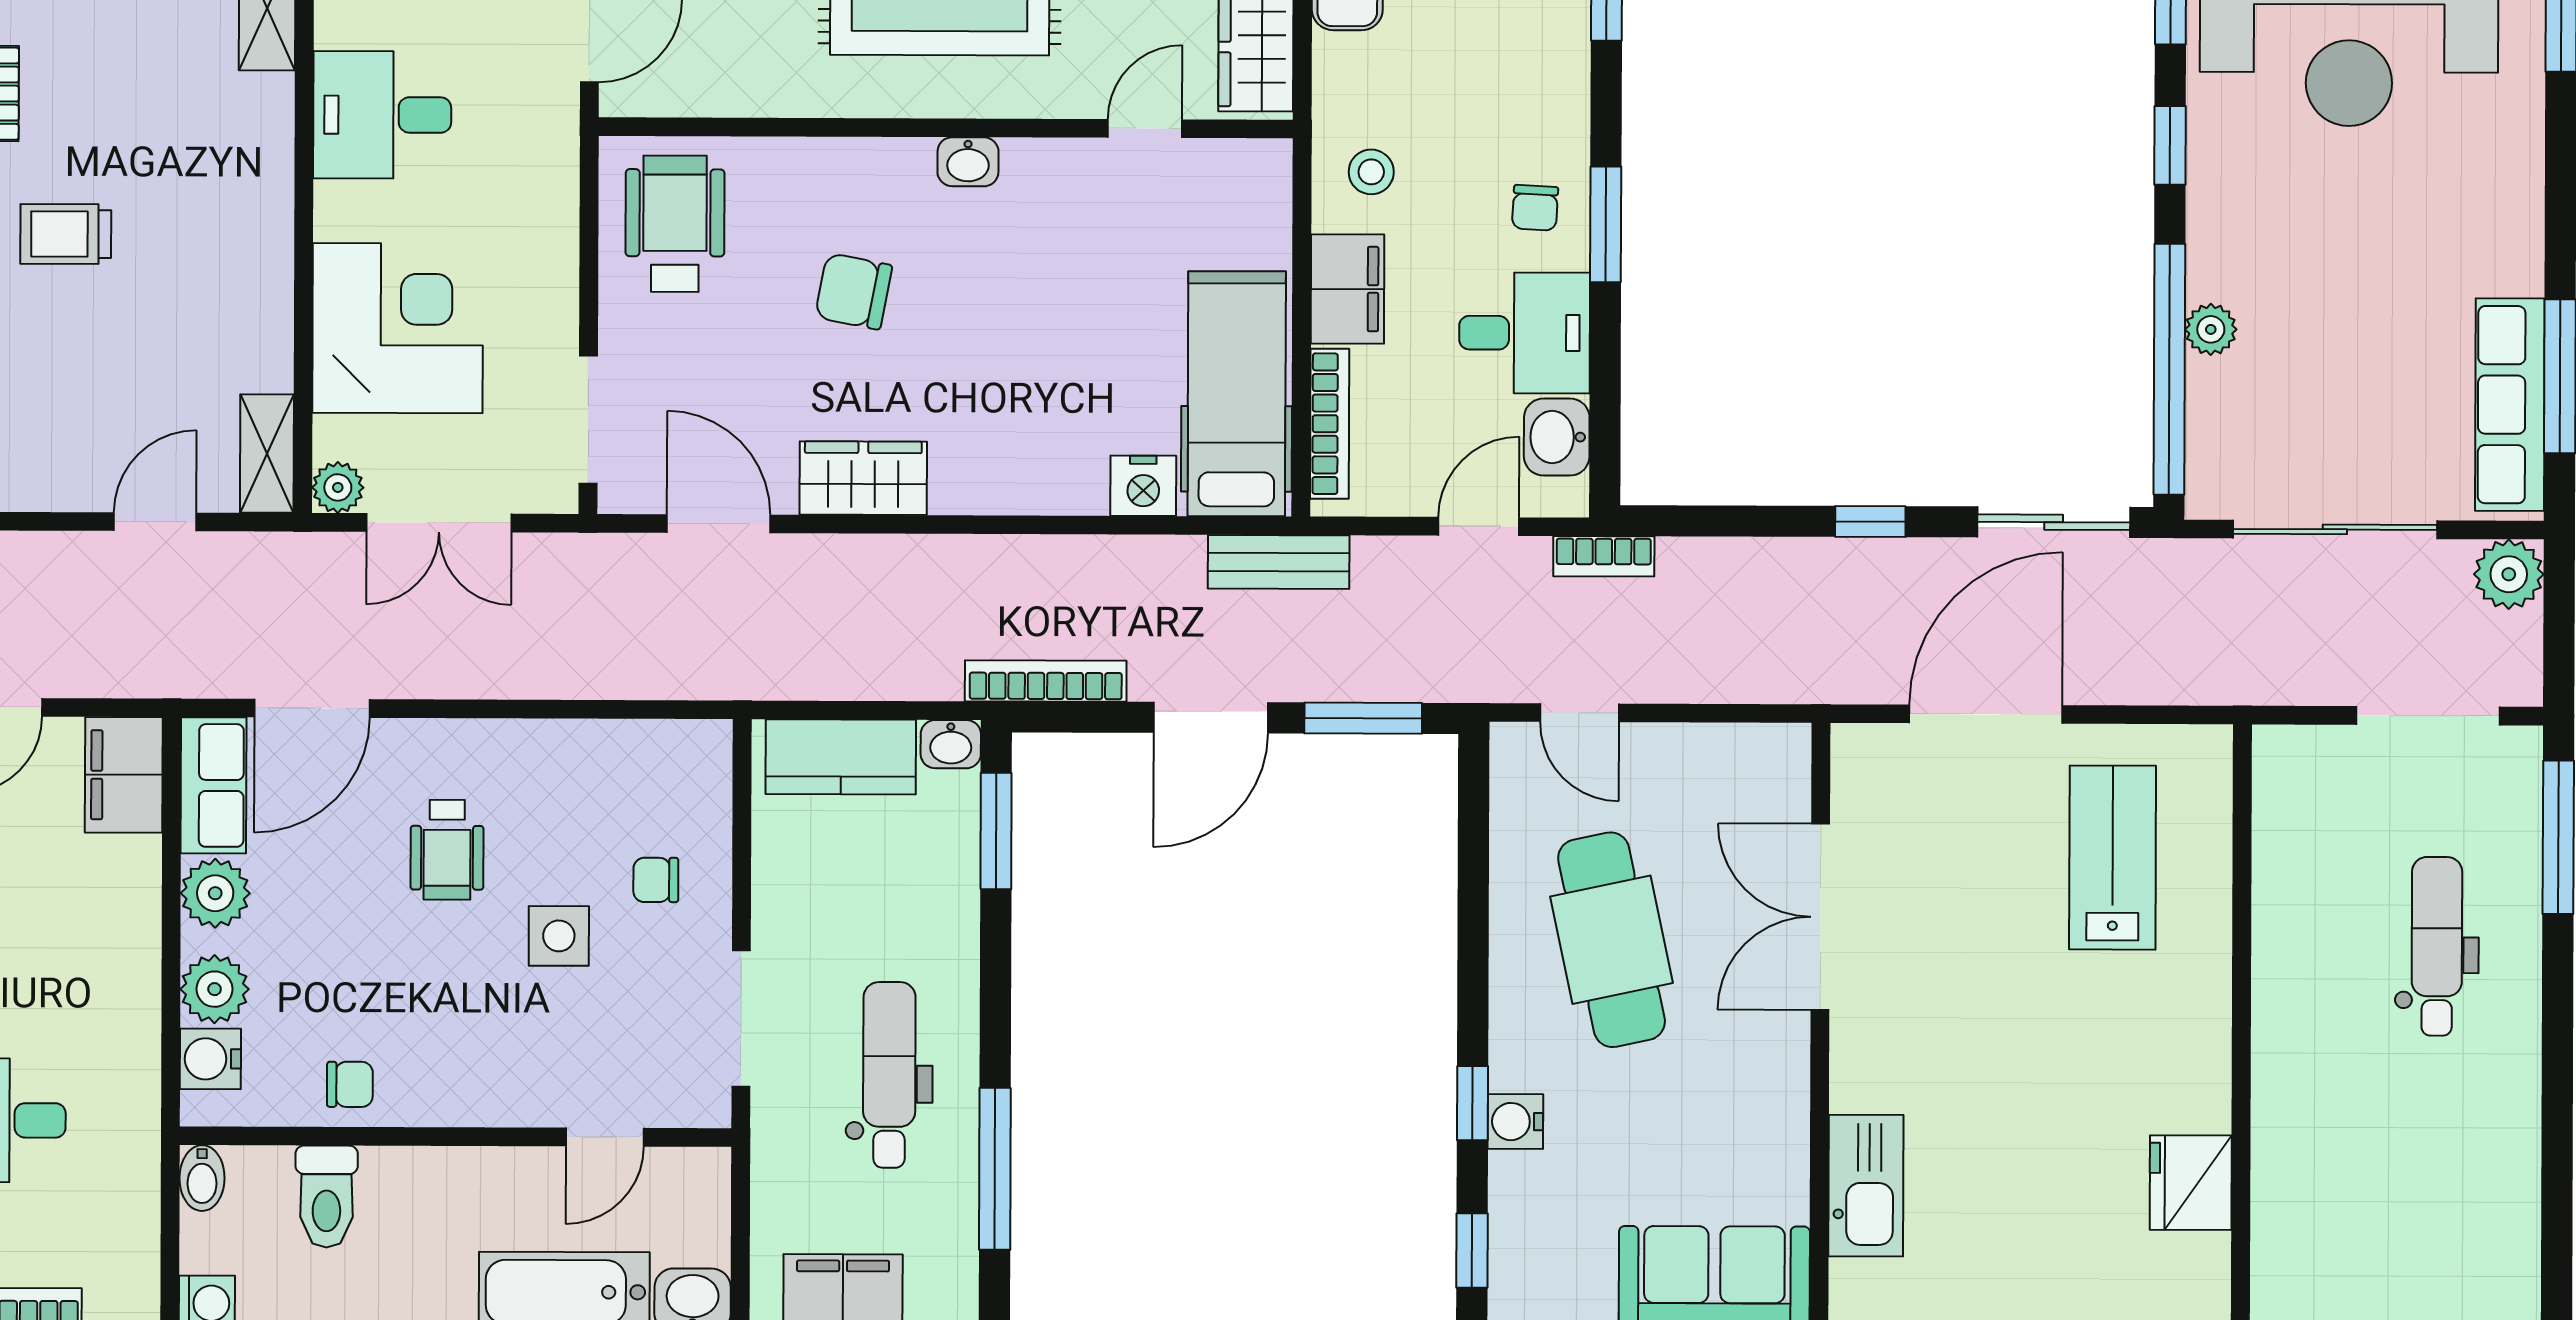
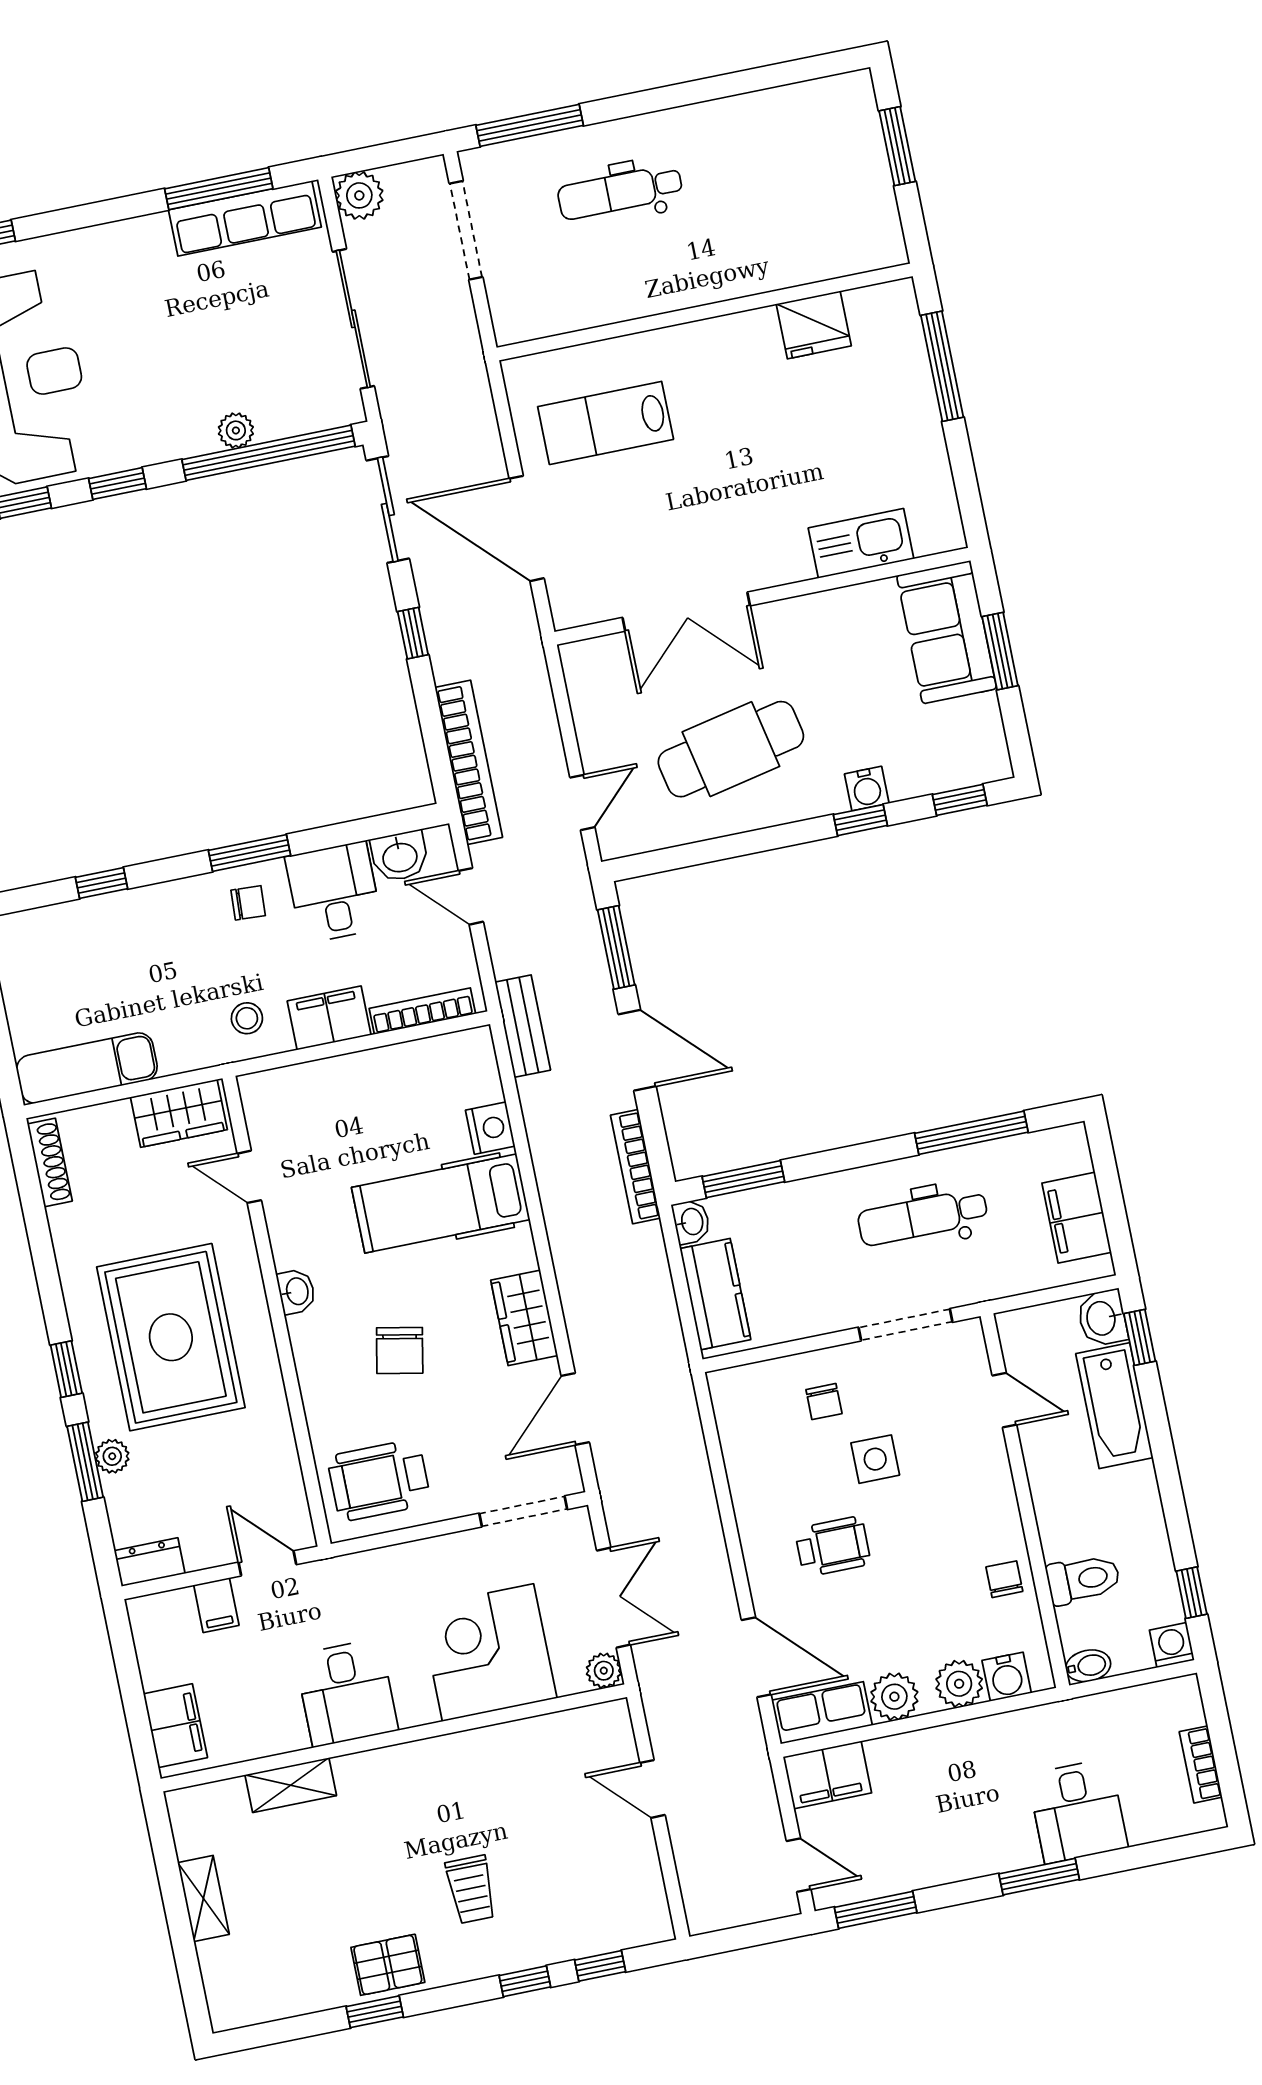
hospital bed: (1237, 394) -> (441, 1204), moved
shelving: (267, 454) -> (591, 1723), removed
bookcase: (1604, 556) -> (469, 762), width x2.31, depth x1.31

